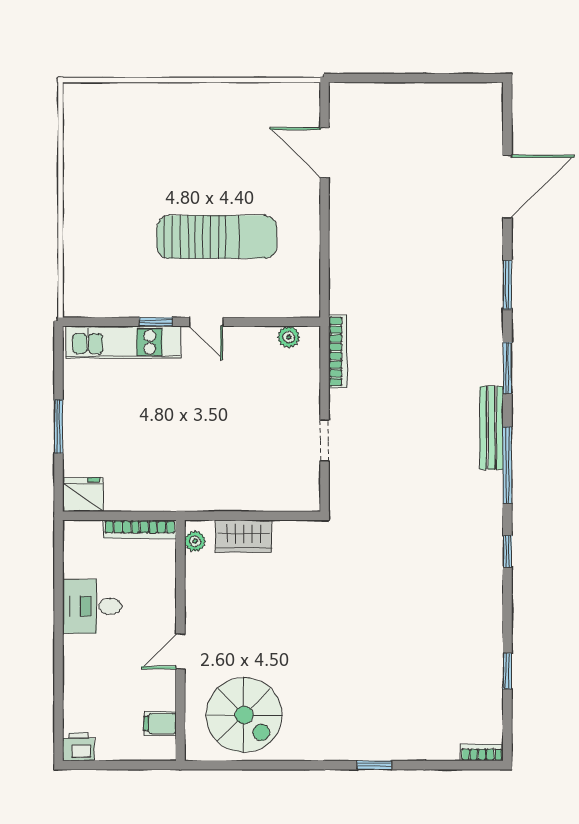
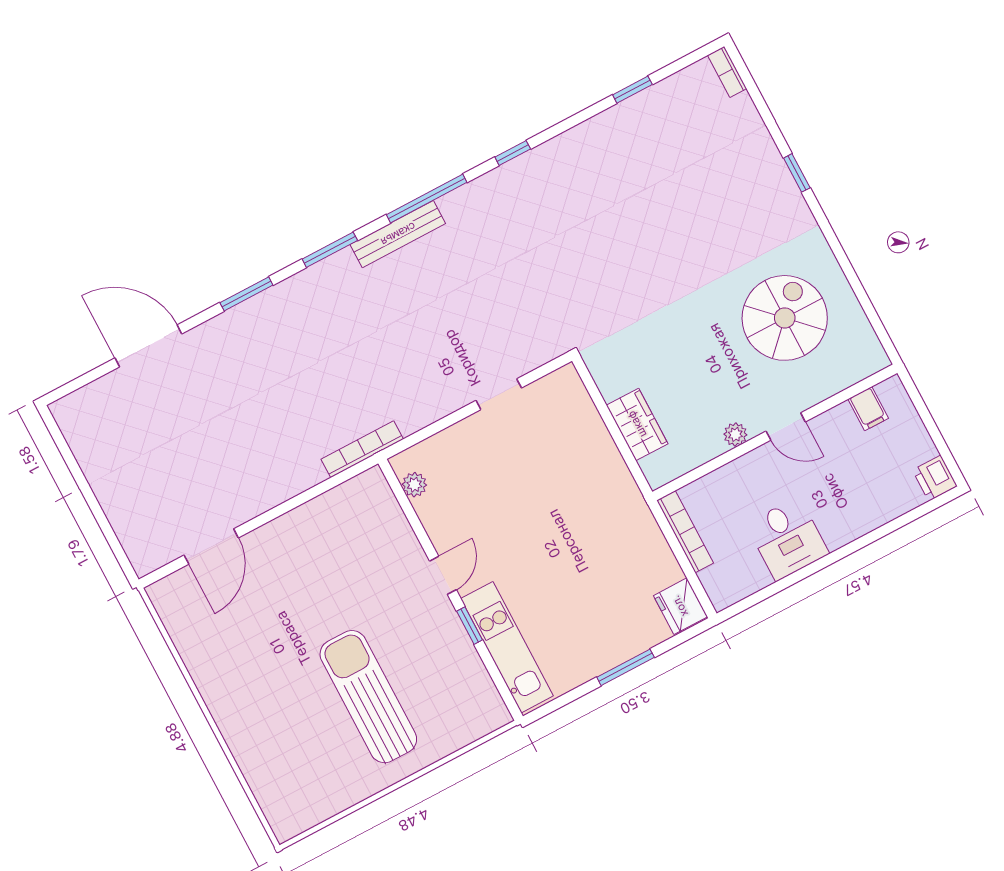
sun lounger: (217, 237) -> (368, 697), moved
bookcase: (338, 352) -> (362, 449), moved
plant: (195, 541) -> (735, 434), moved
spiral stairs: (244, 715) -> (785, 318), moved

